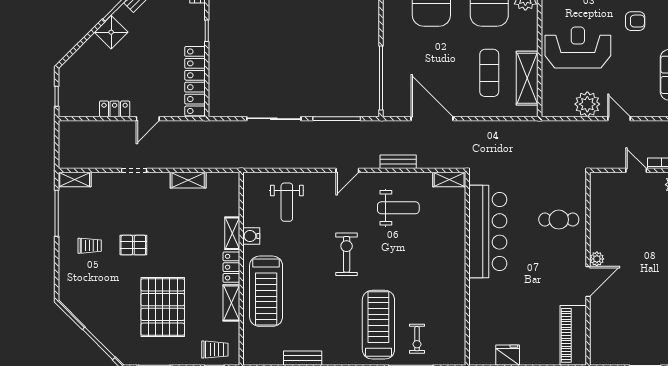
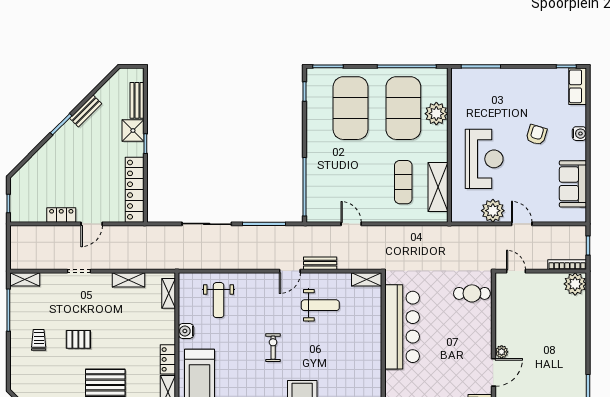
armchair: (635, 21) -> (536, 135), turned -73
shower: (111, 32) -> (133, 131), moved, turned 45
reception desk: (578, 47) -> (484, 159), turned 90
door: (432, 119) -> (351, 224), width x0.53
door: (347, 170) -> (290, 271), moved
door: (636, 170) -> (516, 271), moved
cafe table: (559, 220) -> (472, 293), moved
shelving: (232, 233) -> (169, 293), moved
trolley: (90, 246) -> (39, 340), turned -90
exercise bike: (347, 254) -> (273, 348), width x0.73, depth x0.72

